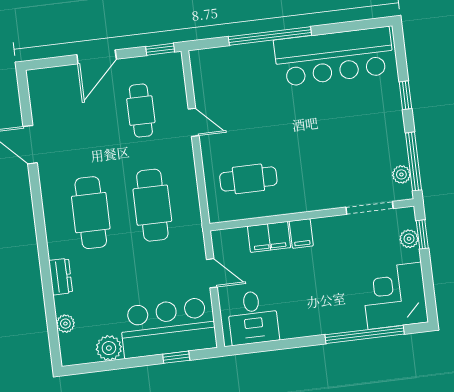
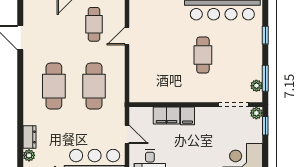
door: (194, 122) -> (127, 36), swing flipped
window: (413, 161) -> (265, 78), width x0.69
cafe table: (248, 179) -> (203, 55), moved, turned 90
plant: (409, 239) -> (256, 113), moved
dresser: (61, 277) -> (29, 137), moved

